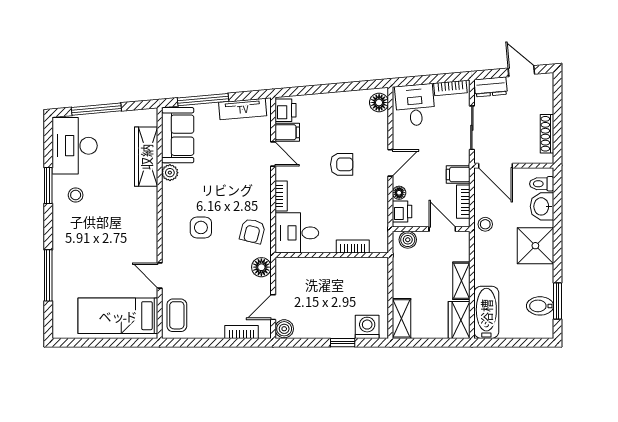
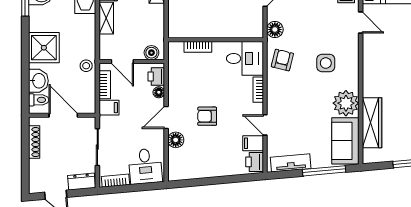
floor lamp: (379, 103) -> (176, 140), moved
door: (495, 166) -> (63, 115), moved
plant: (170, 173) -> (346, 103), width x1.88, depth x1.88

